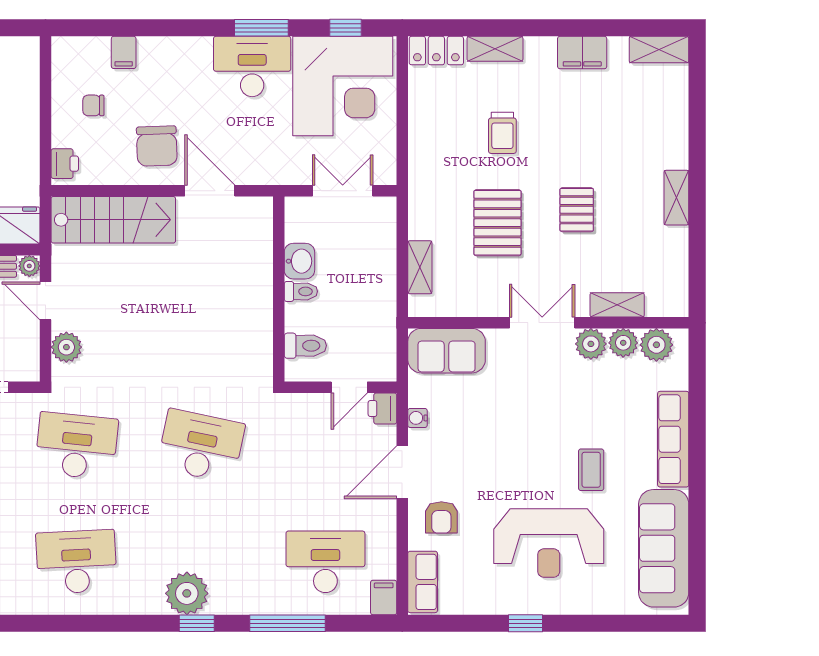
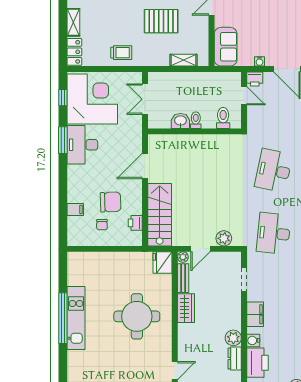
trolley: (502, 133) -> (121, 53), moved
chair: (157, 146) -> (111, 202), moved
printer: (65, 164) -> (135, 223), moved, turned -90

